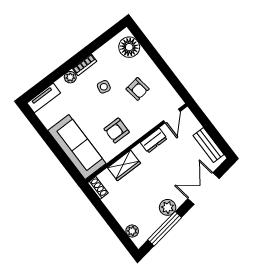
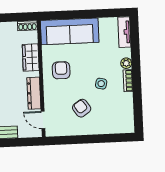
floor lamp: (129, 47) -> (118, 124), removed
armchair: (138, 89) -> (82, 108), turned 63
dresser: (154, 141) -> (34, 93), width x1.44

